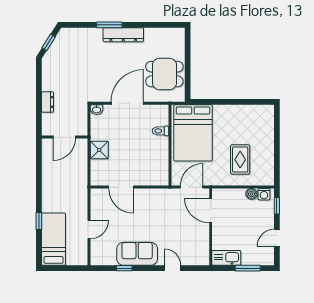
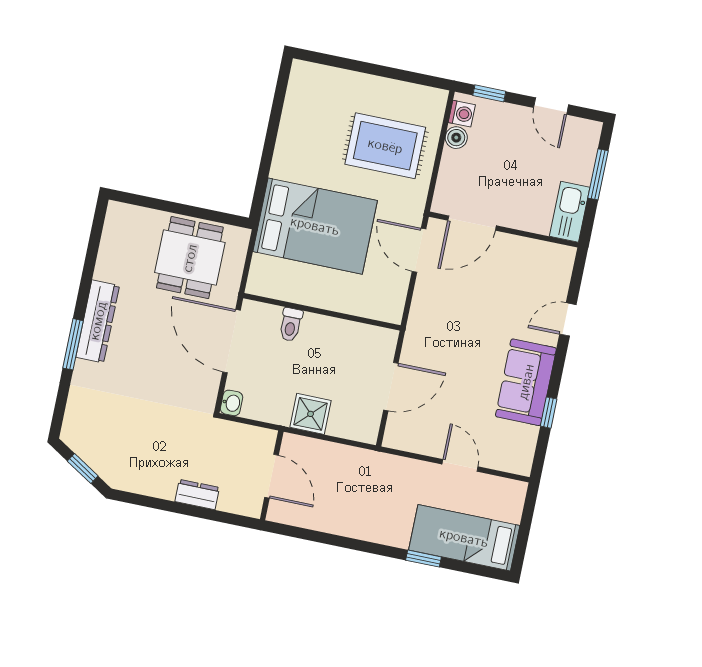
toilet: (160, 131) -> (291, 325), moved
wall: (170, 145) -> (322, 312), moved
rug: (240, 160) -> (385, 146), width x1.36, depth x1.43

